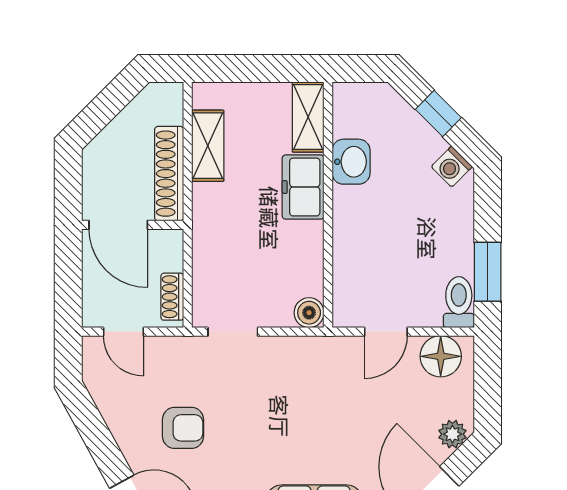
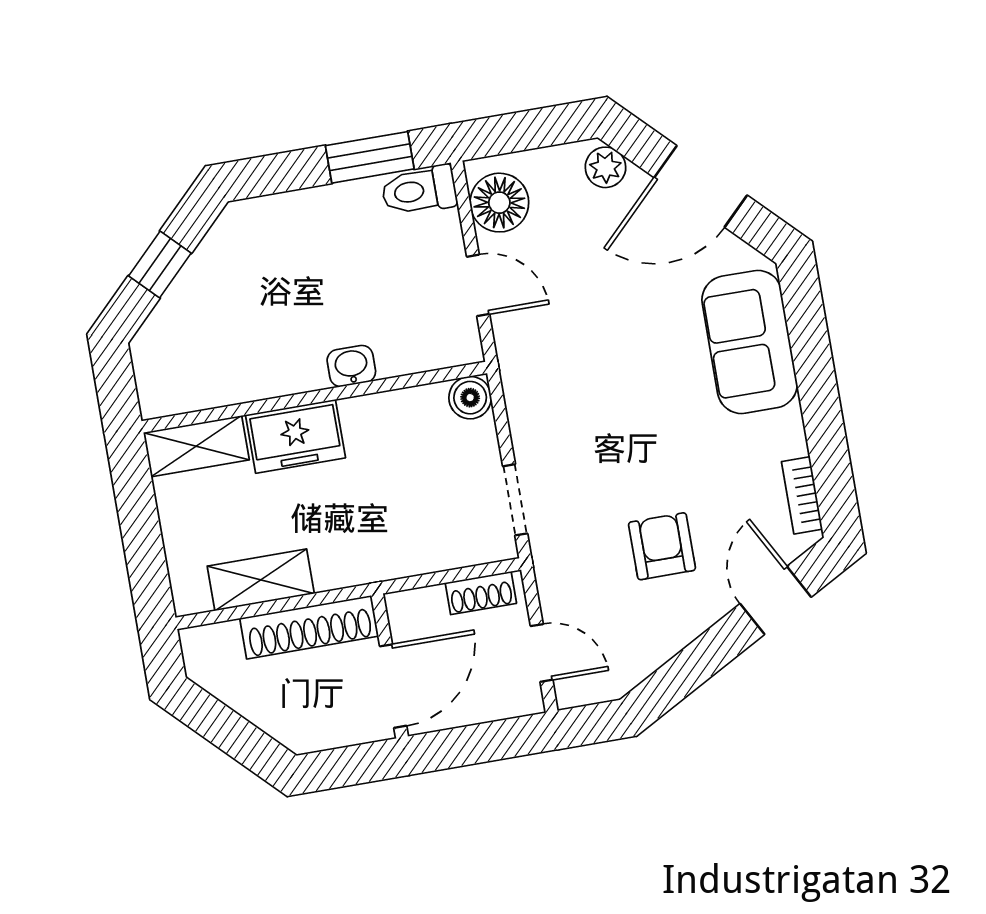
washbasin: (351, 162) -> (351, 366), moved, width x0.72, depth x0.69
washing machine: (452, 167) -> (231, 233), removed
door: (123, 332) -> (542, 653), hinge flipped

